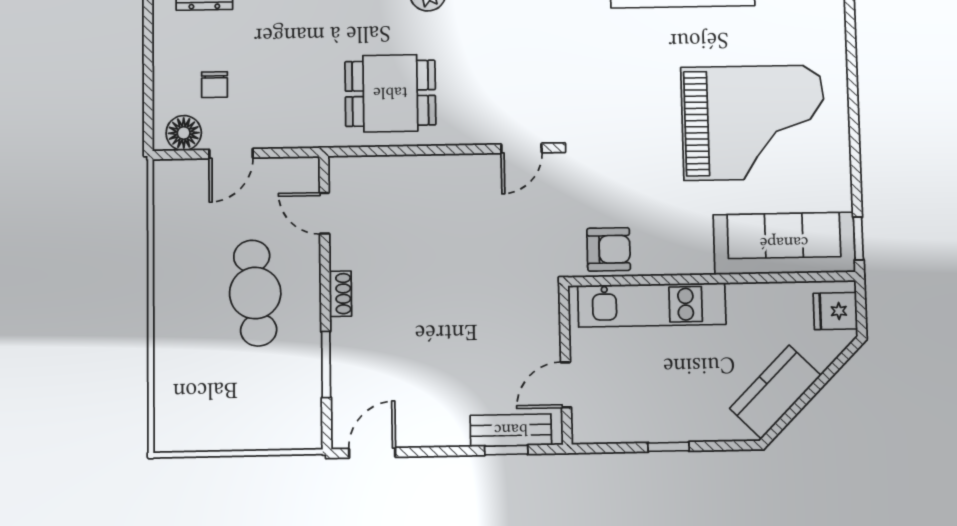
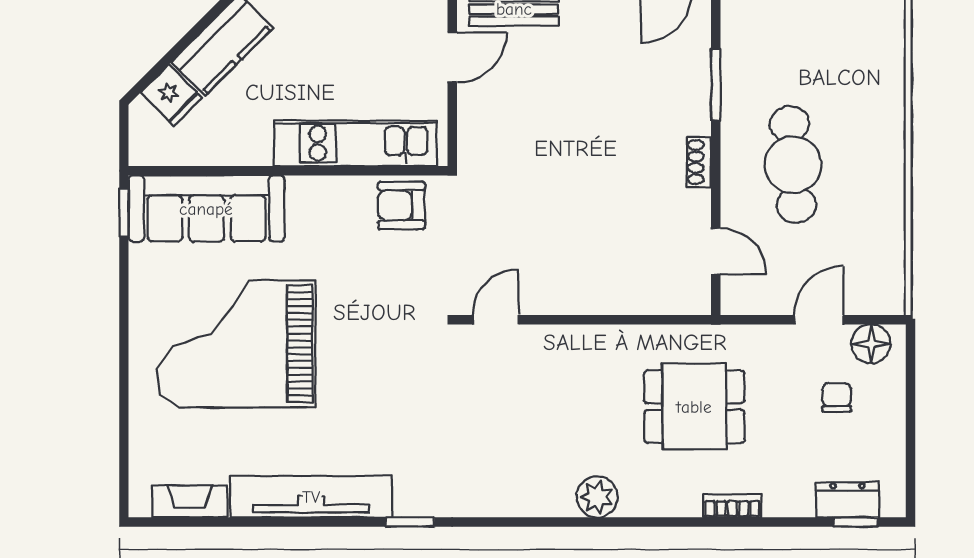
dining table: (390, 93) -> (694, 407), moved
fridge: (835, 311) -> (171, 95), moved, turned 45

